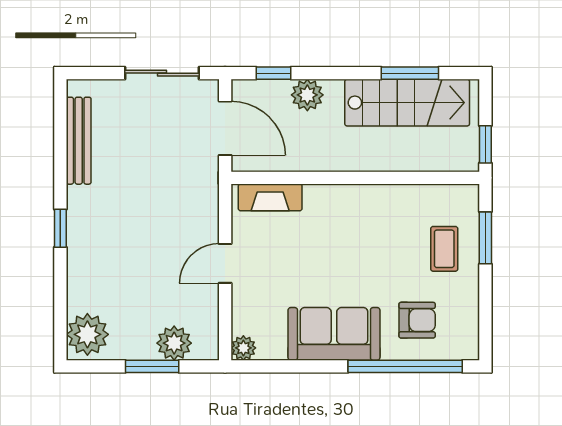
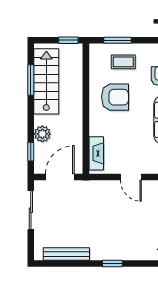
armchair: (377, 233) -> (115, 97), added

